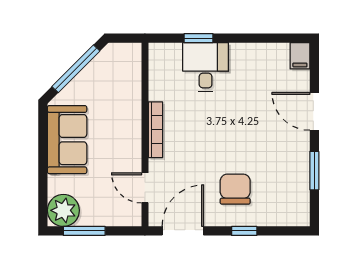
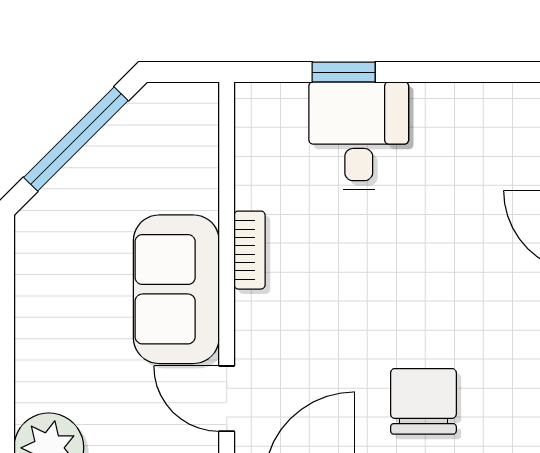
bookcase: (155, 130) -> (250, 250), width x0.64
sofa: (67, 140) -> (176, 289), moved, turned 180

